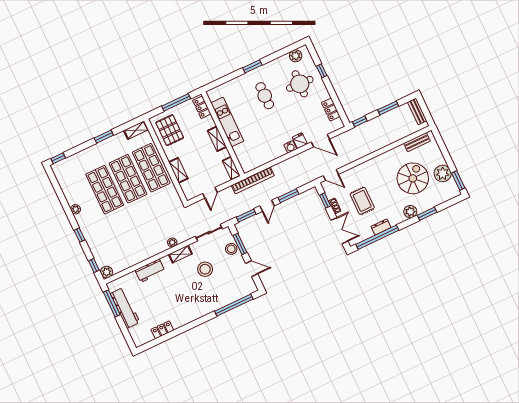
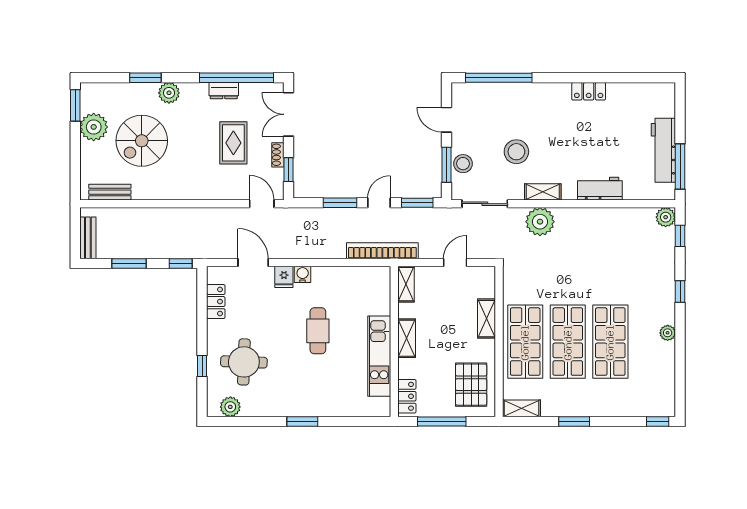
cafe table: (265, 96) -> (318, 331), moved
plant: (172, 242) -> (540, 222), width x1.87, depth x1.87
locker: (162, 330) -> (589, 91), moved

